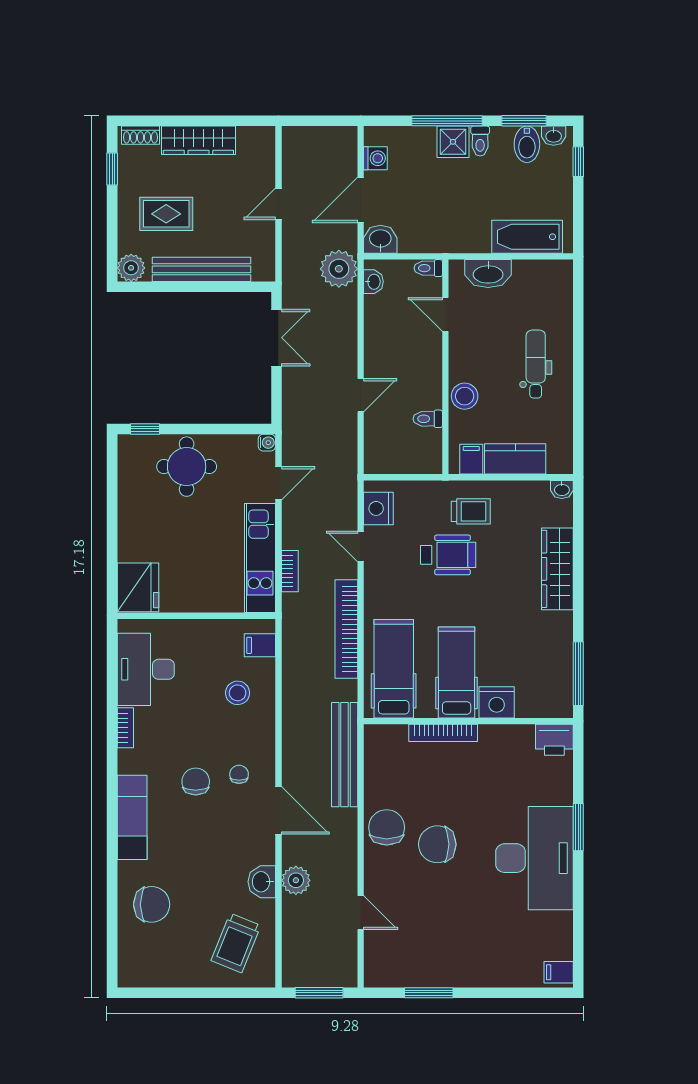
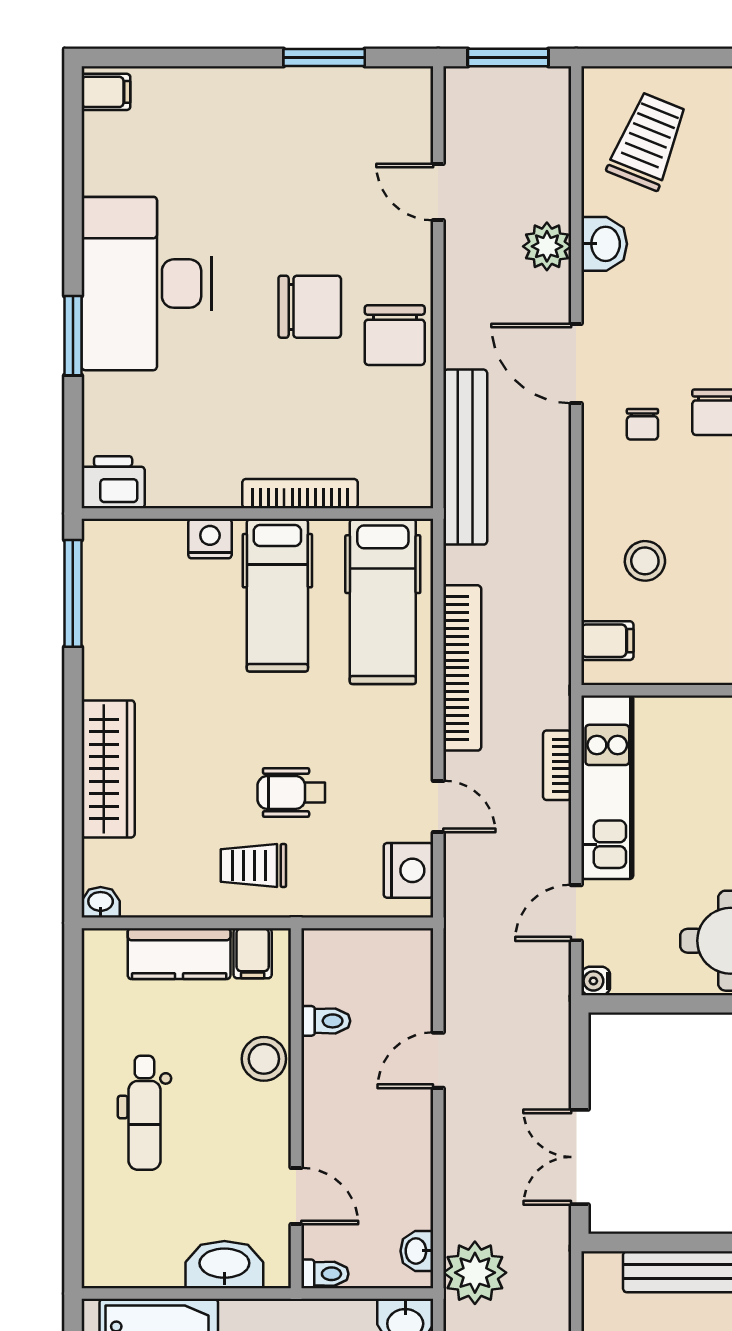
wheelchair: (448, 555) -> (291, 792), width x0.73, depth x0.73
nightstand: (497, 702) -> (210, 539), width x0.74, depth x0.75

